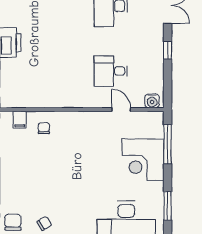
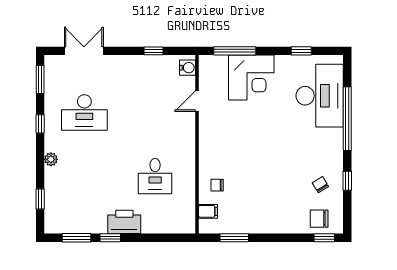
window: (168, 50) -> (153, 51), moved
desk: (111, 71) -> (155, 176), moved
window: (168, 206) -> (301, 51), width x0.67

